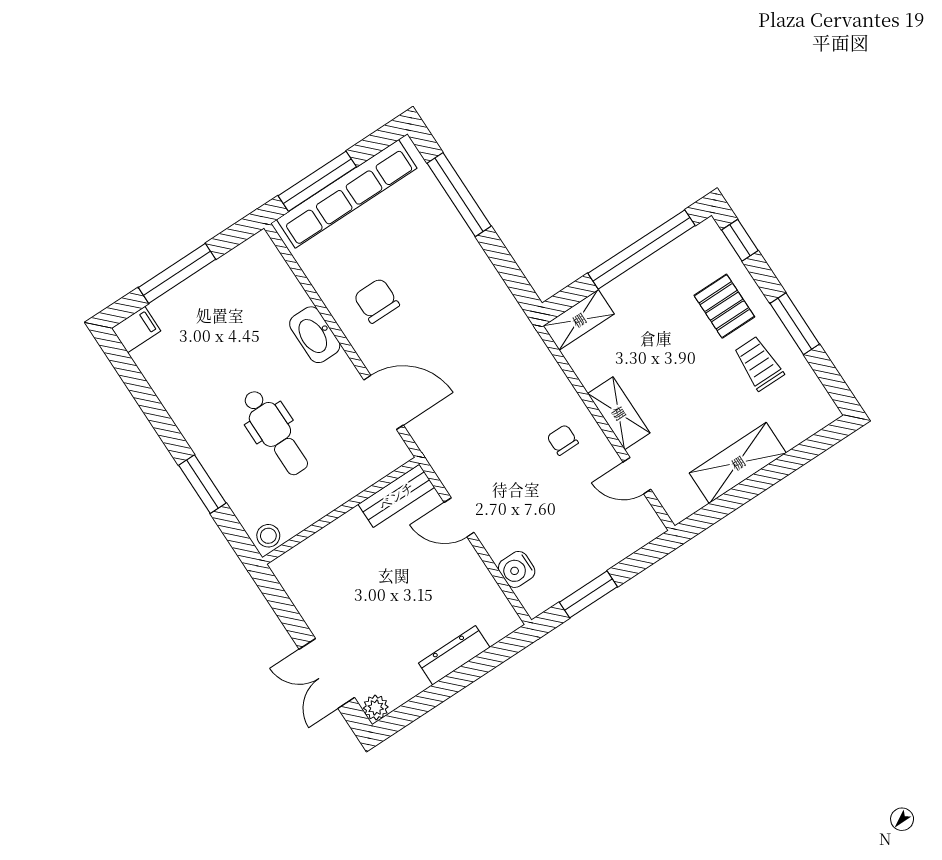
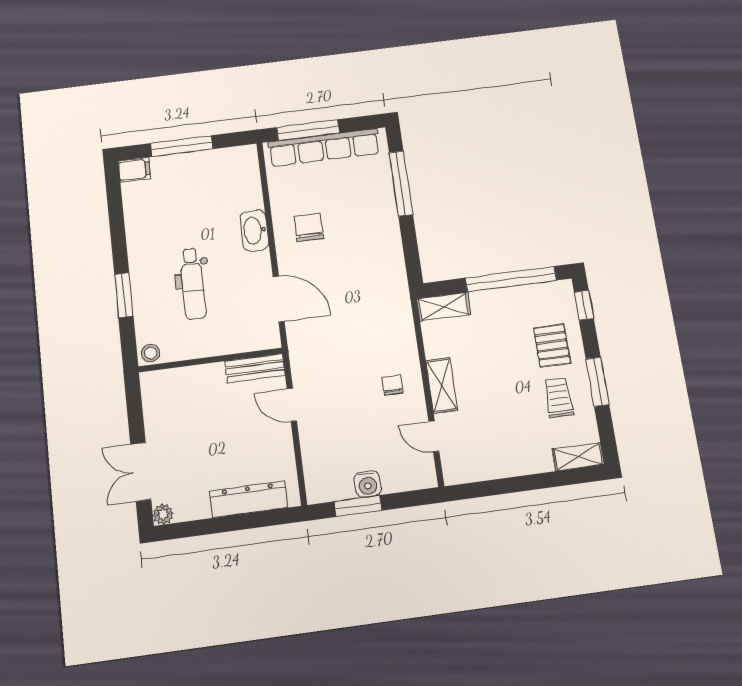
shelving: (738, 463) -> (578, 457), moved, width x0.67, depth x0.75
water cooler: (517, 569) -> (368, 484), moved, turned -90
dresser: (454, 655) -> (249, 499), width x1.37, depth x1.24

